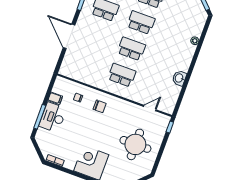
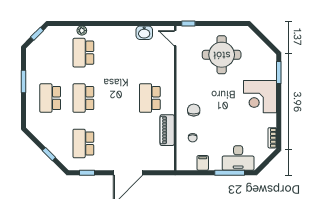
school desk: (131, 49) -> (83, 53), moved
washbasin: (179, 78) -> (144, 33), moved
piano: (91, 80) -> (167, 130), added
door: (150, 108) -> (175, 38), moved
desk: (53, 117) -> (238, 158), moved

